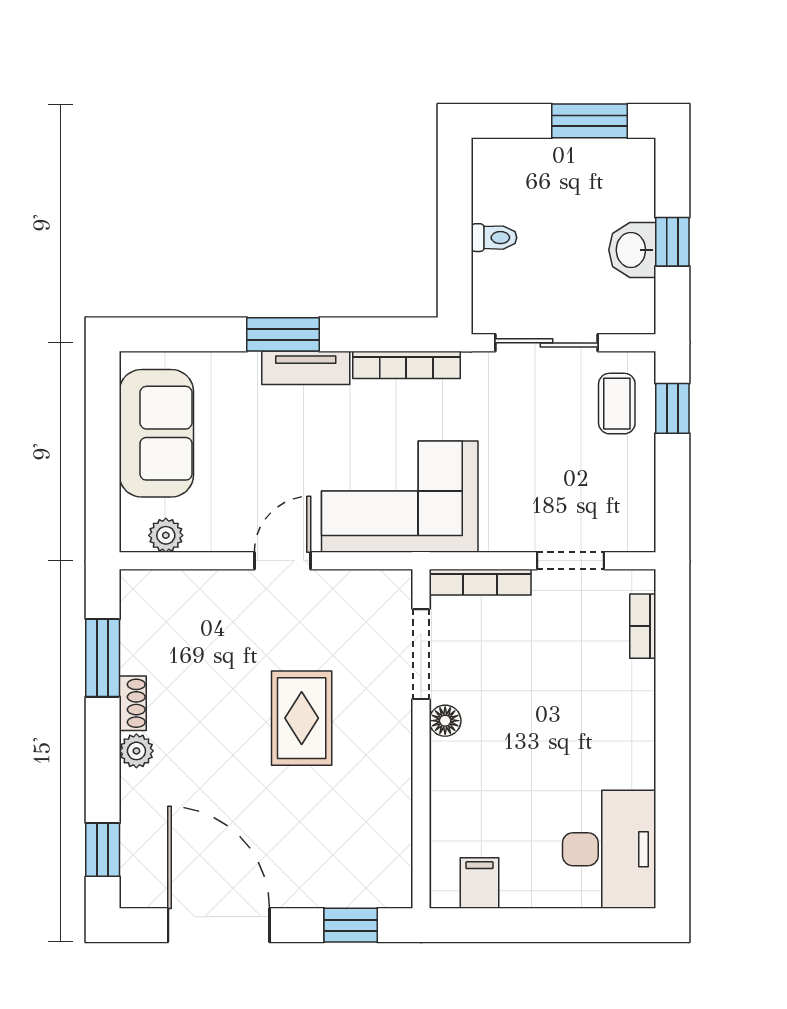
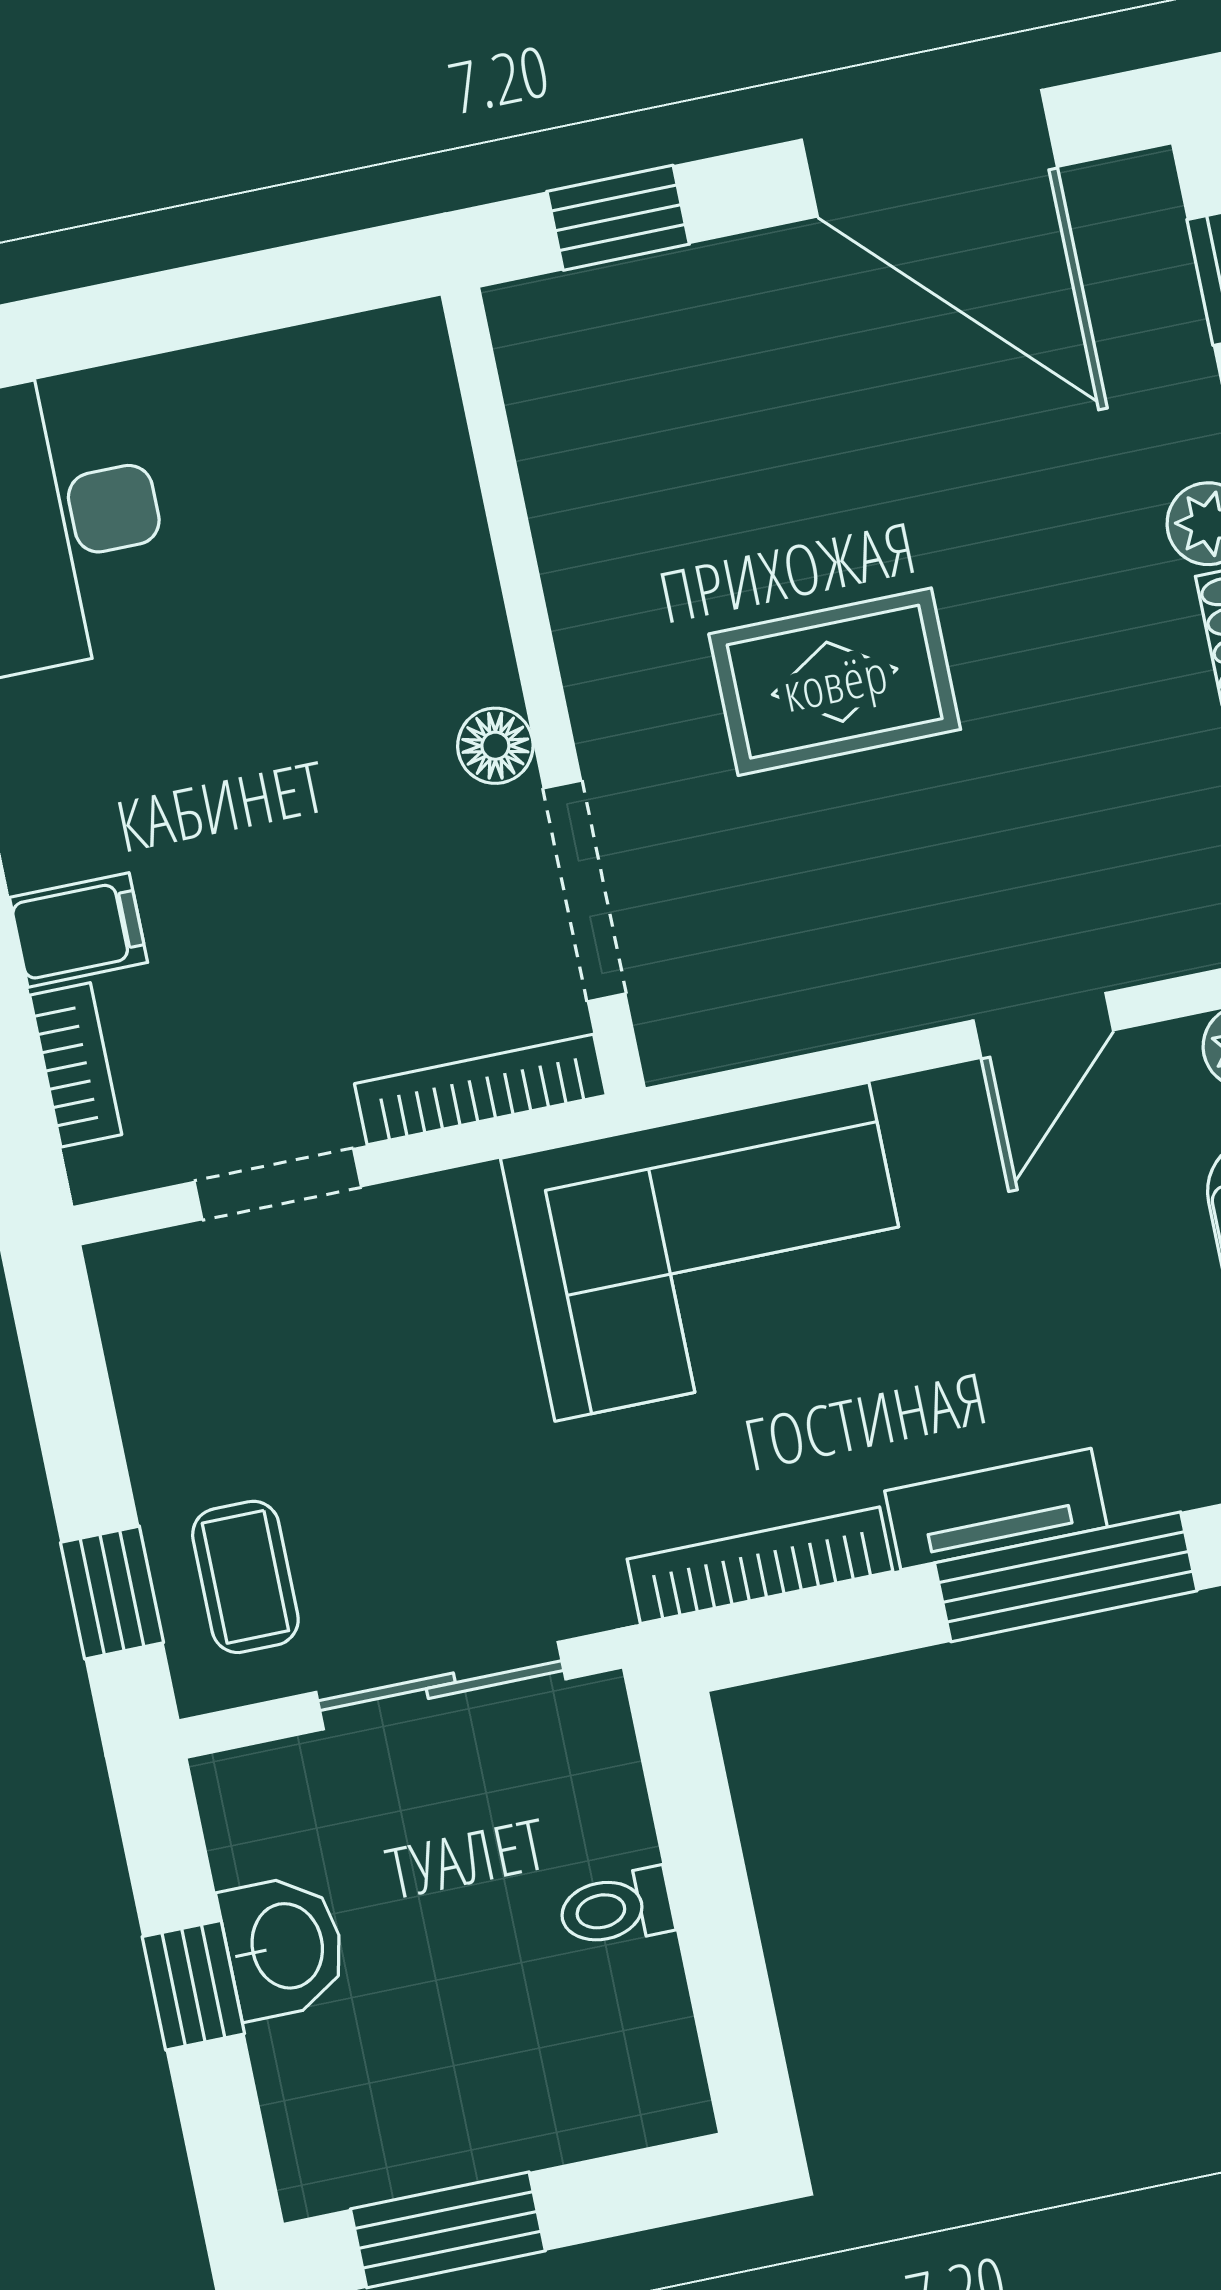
window: (283, 334) -> (1066, 1577), width x1.44
door: (282, 561) -> (1043, 1025), moved
rug: (302, 718) -> (835, 682), turned 90
filing cabinet: (479, 883) -> (78, 930), moved, turned -90

